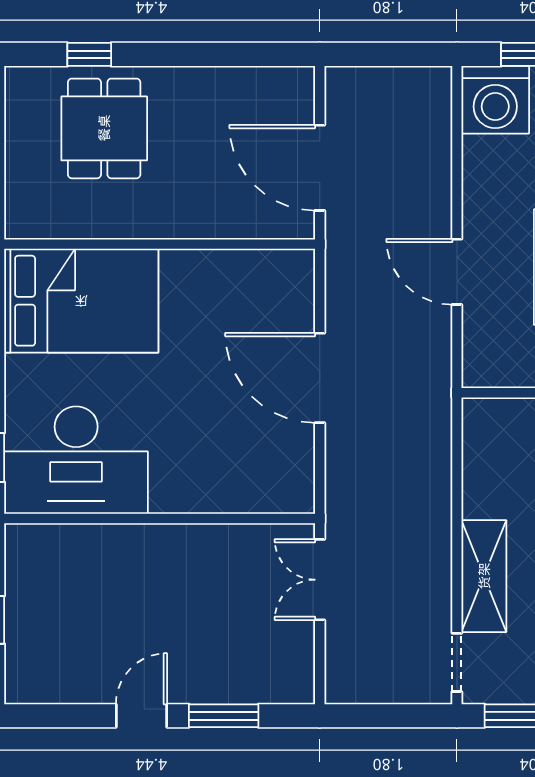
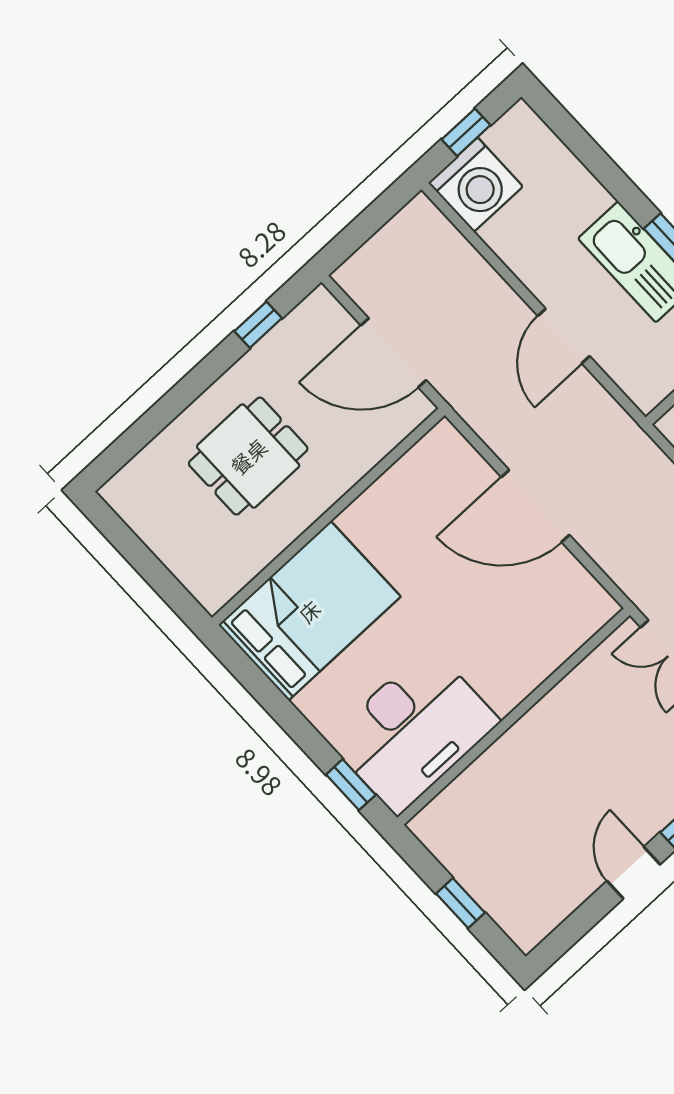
window: (89, 54) -> (258, 325), moved
dining table: (104, 128) -> (248, 456), moved, turned 90
door: (457, 272) -> (564, 336), hinge flipped

